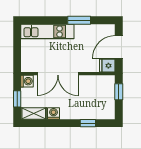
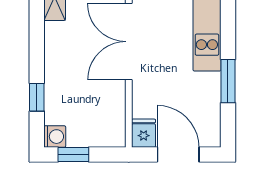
window: (119, 92) -> (73, 155), moved
washing machine: (54, 113) -> (55, 137), moved

